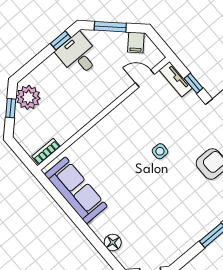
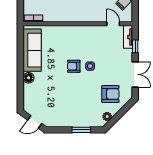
armchair: (141, 168) -> (74, 66), added
floor lamp: (113, 242) -> (29, 78), moved

